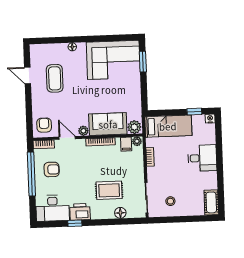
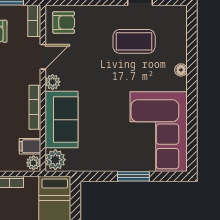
window: (143, 62) -> (133, 176), moved

